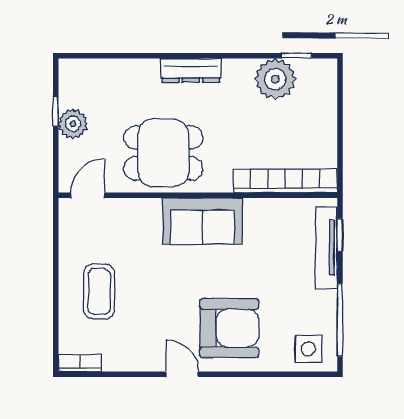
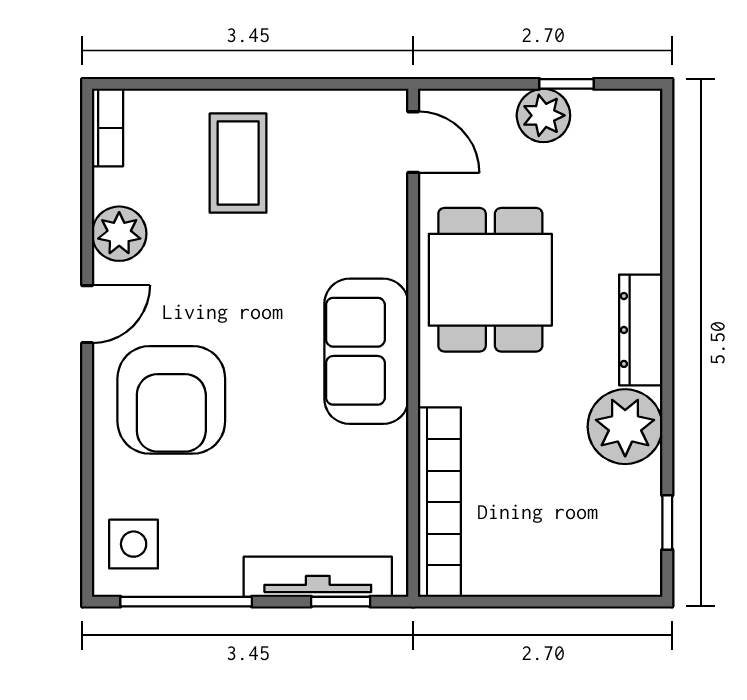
plant: (275, 79) -> (625, 427), moved
coffee table: (99, 291) -> (238, 163), turned 90
plant: (138, 357) -> (119, 234), added

